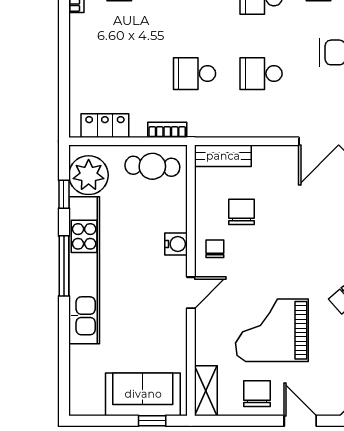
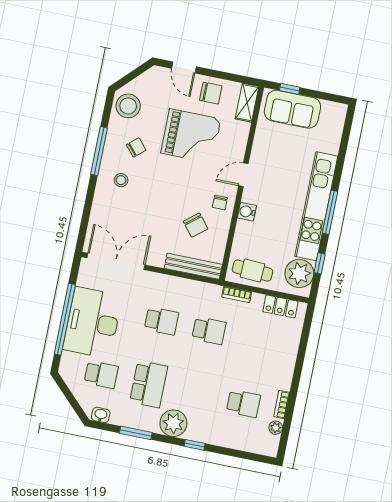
bench: (223, 156) -> (193, 266), width x1.36
chair: (241, 212) -> (196, 225), turned -39
chair: (257, 394) -> (211, 93), turned -90

